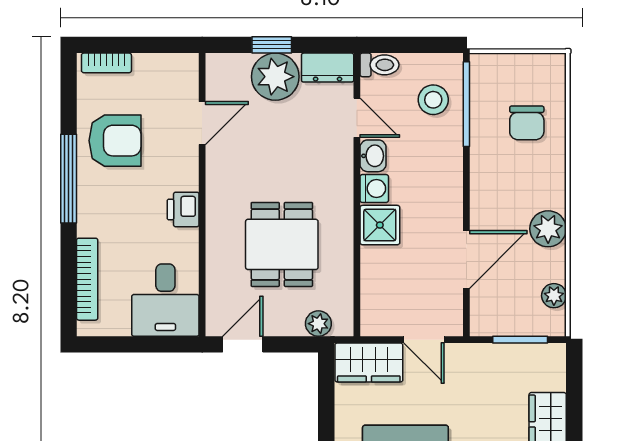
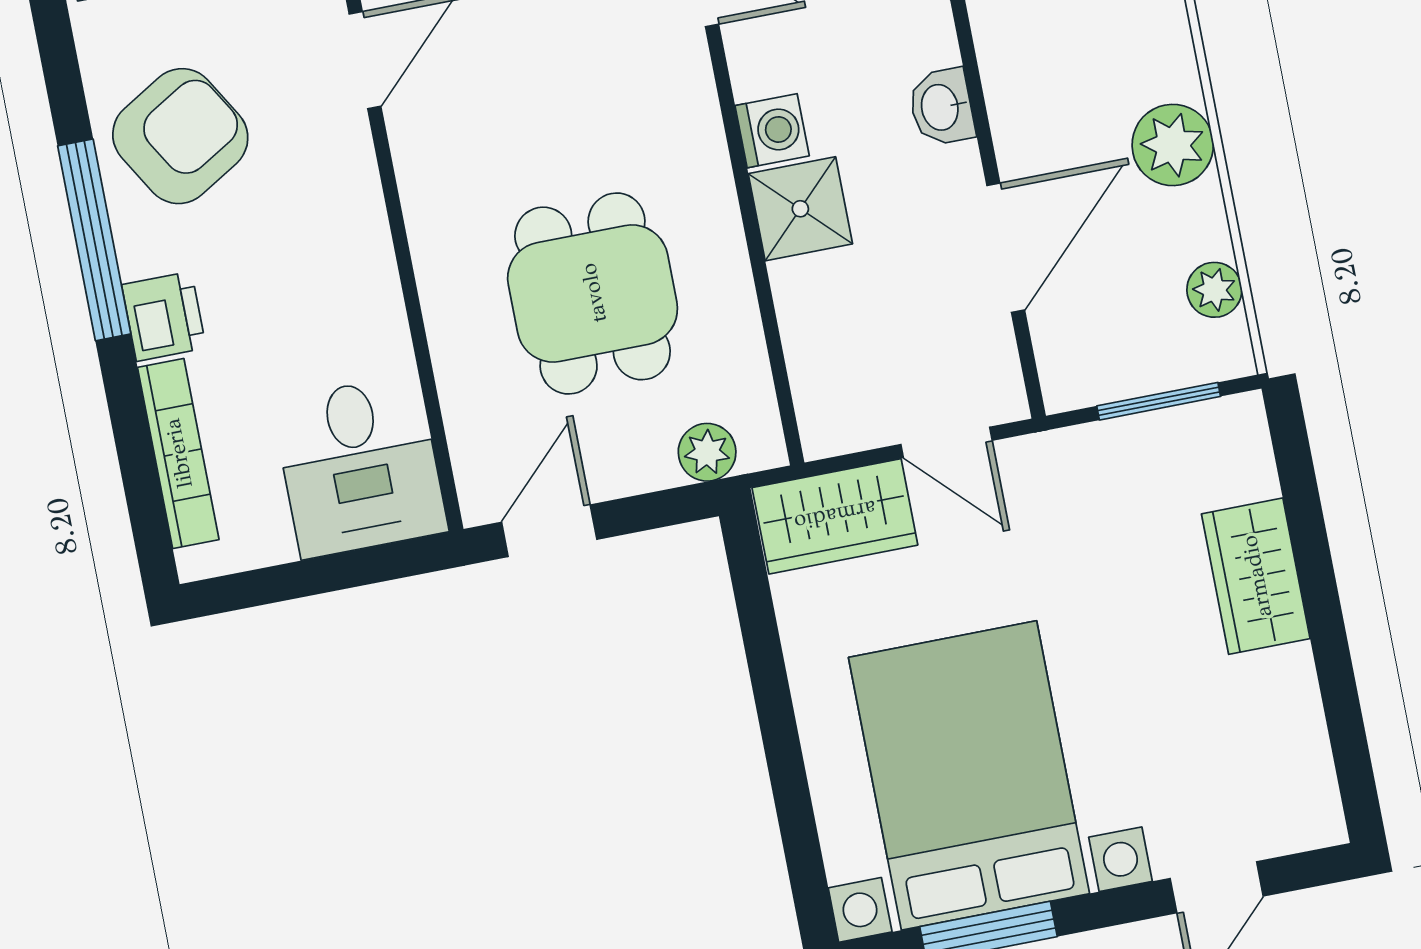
armchair: (115, 141) -> (180, 136), turned -31
washbasin: (373, 156) -> (941, 107), moved, turned 180
printer: (183, 209) -> (164, 316), moved, turned 180

